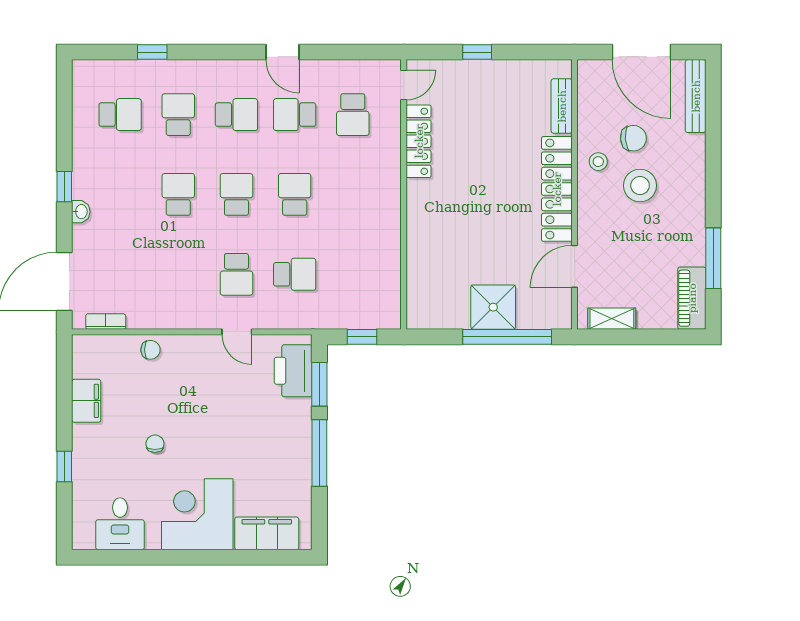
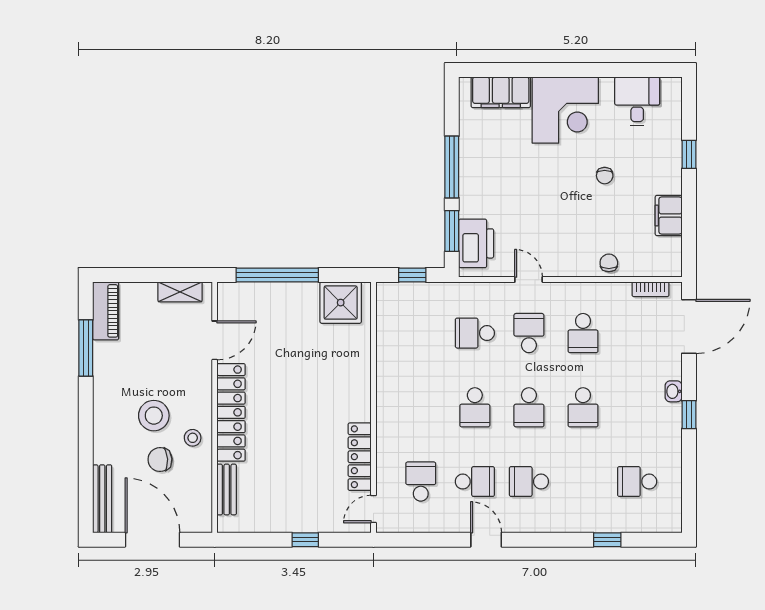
school desk: (178, 115) -> (583, 333), moved
shower: (493, 307) -> (341, 303), moved
chair: (150, 350) -> (609, 263), turned 90

